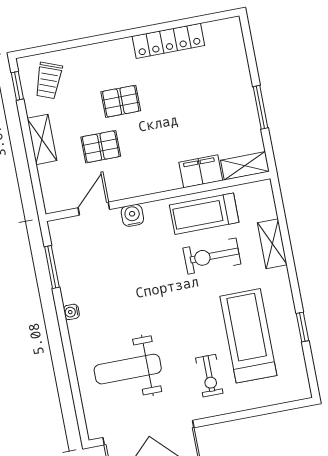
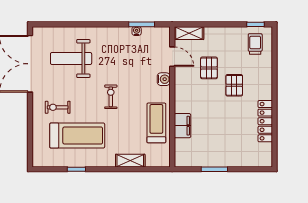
trolley: (49, 80) -> (255, 44), turned 69
shelving: (42, 139) -> (189, 33), moved
shelving: (245, 166) -> (181, 153), removed
exercise bike: (212, 256) -> (111, 97), moved, width x0.73, depth x0.72
water cooler: (71, 312) -> (137, 31), moved
weight bench: (128, 369) -> (71, 59), turned -90

